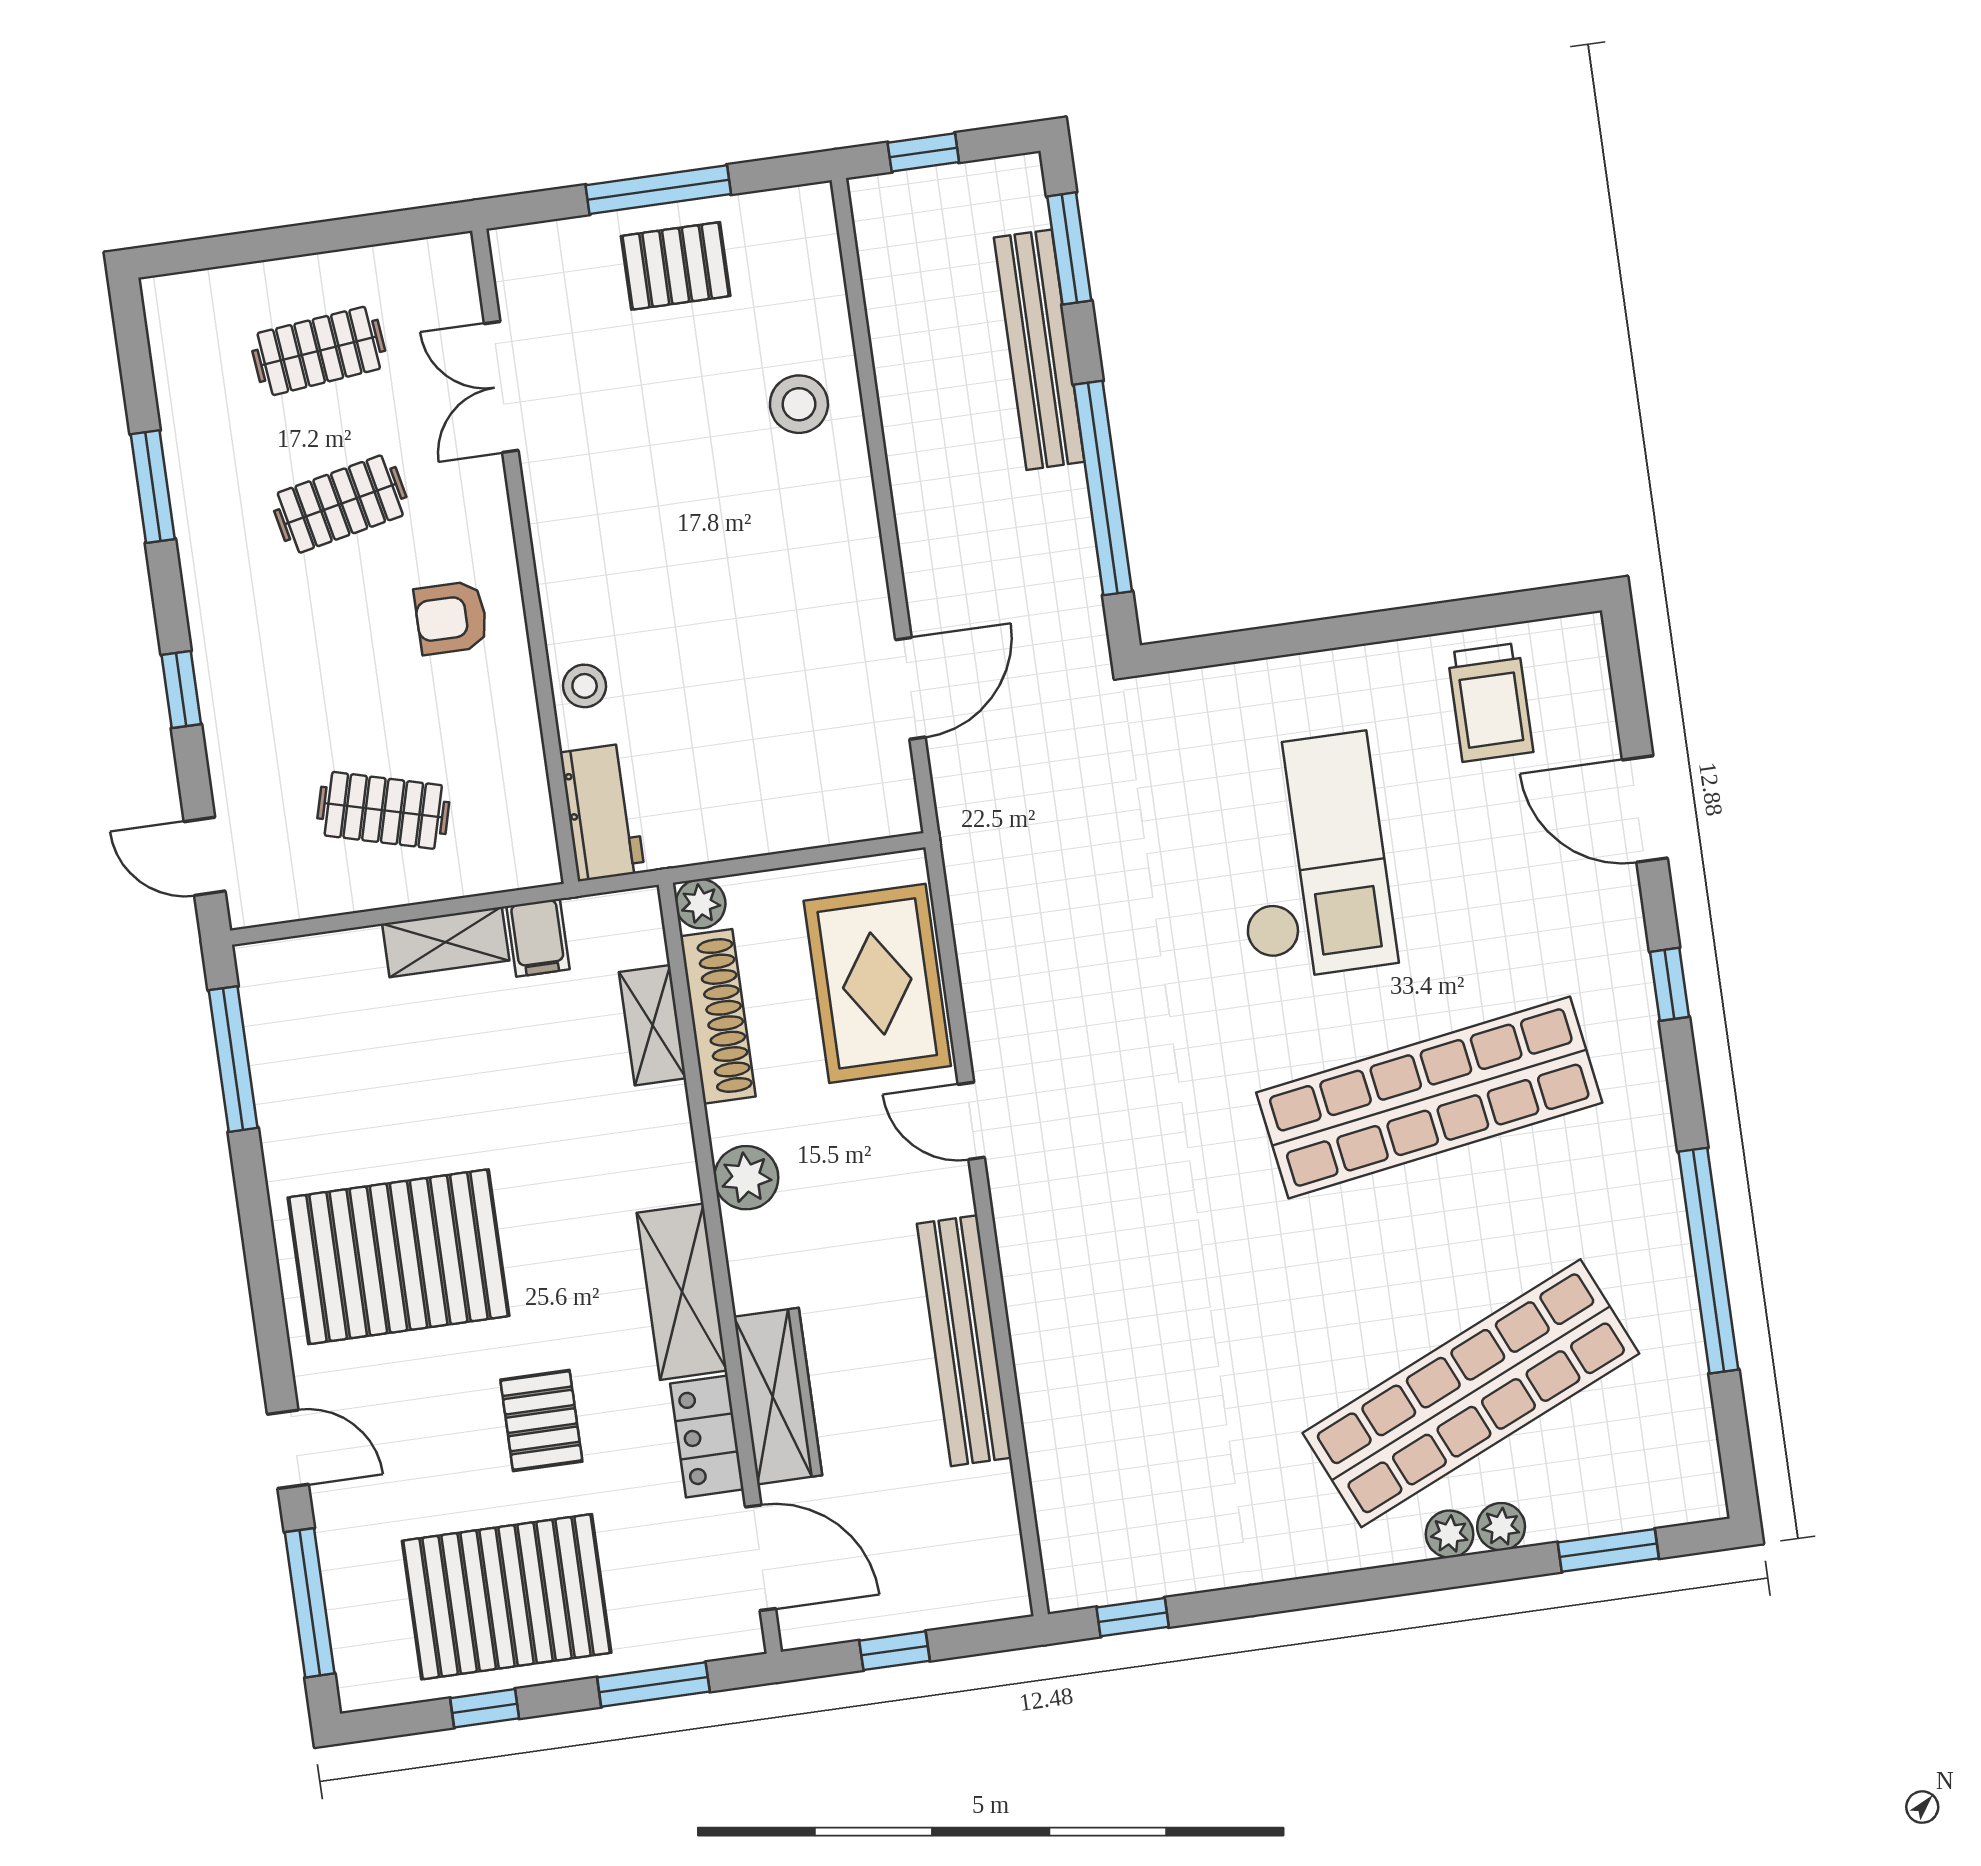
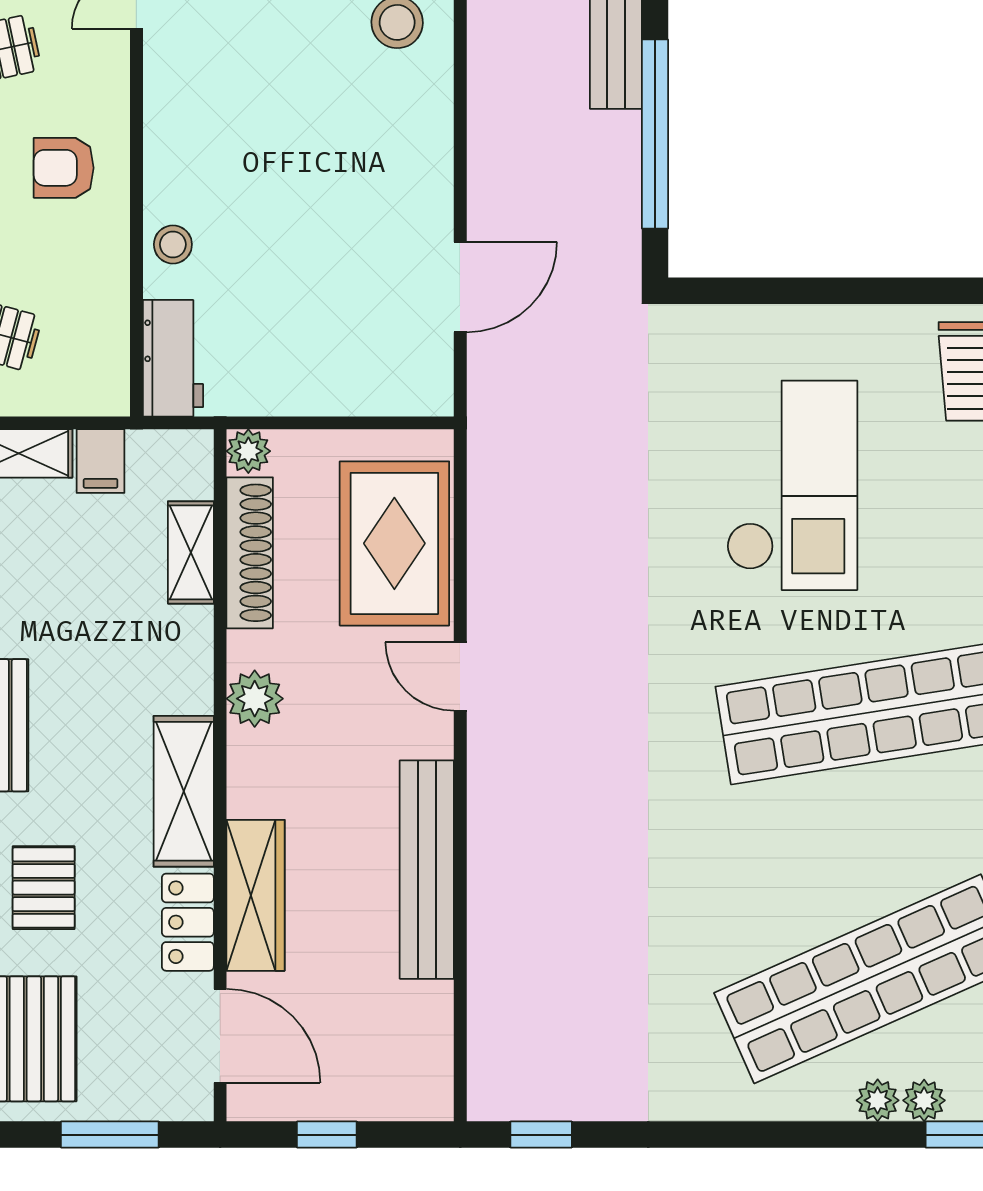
plant: (1450, 1534) -> (924, 1100), moved

